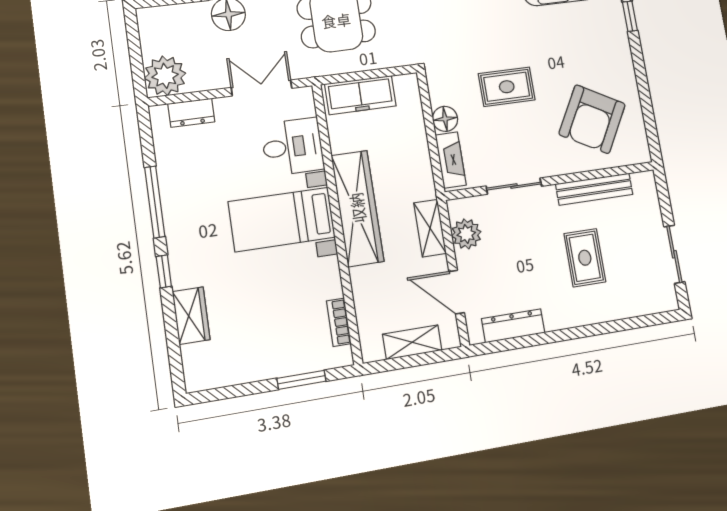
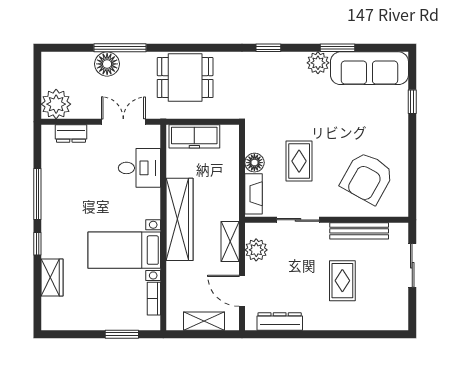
rug: (507, 87) -> (299, 161), moved, turned 90
bed with nightstands: (282, 219) -> (124, 250), moved
sliding door: (674, 254) -> (412, 265), moved

